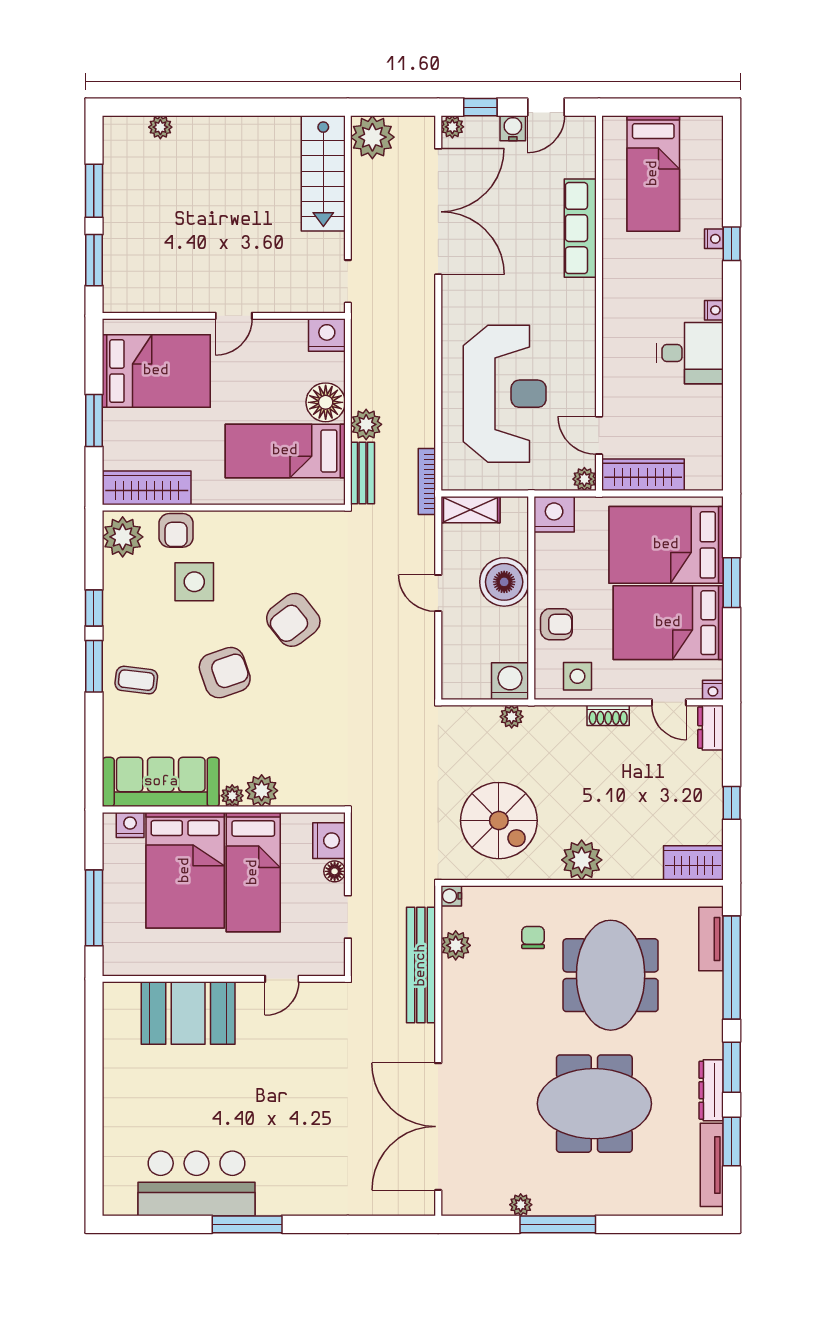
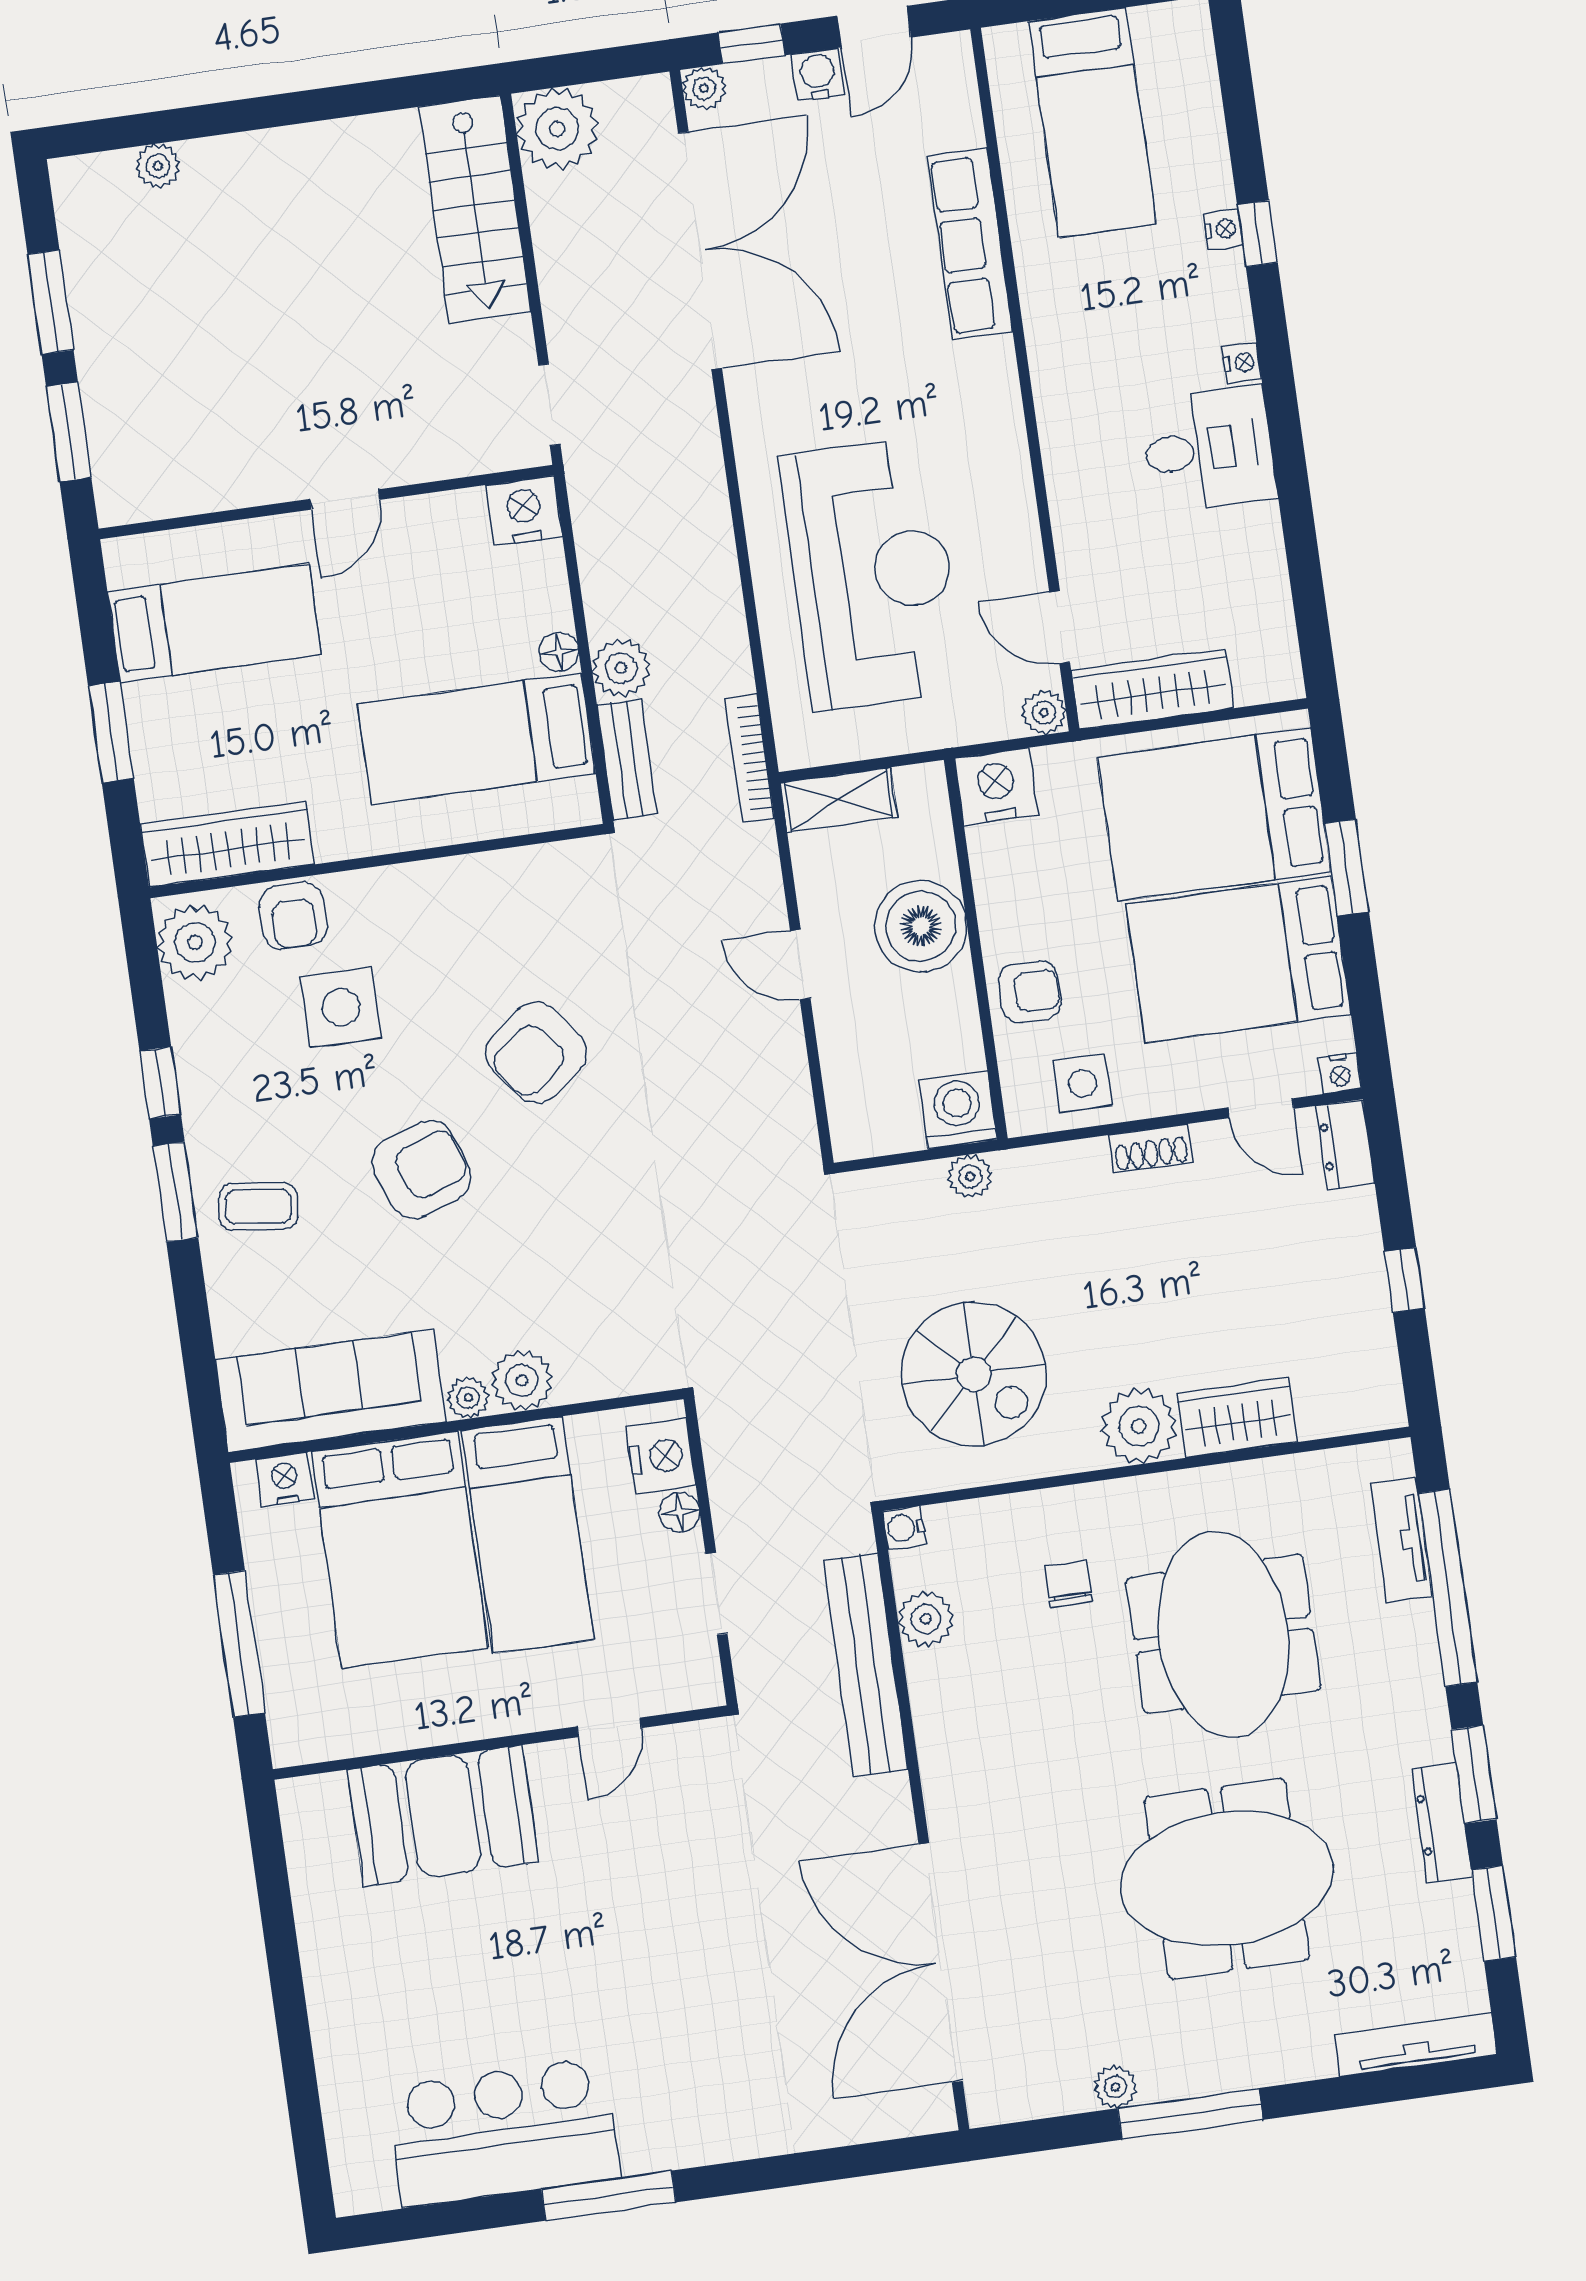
bed: (156, 371) -> (214, 623), width x0.67
floor lamp: (326, 402) -> (559, 652), width x0.53, depth x0.53
wardrobe: (693, 863) -> (1237, 1418), moved
tv unit: (712, 1165) -> (1416, 2044), moved, turned 90

